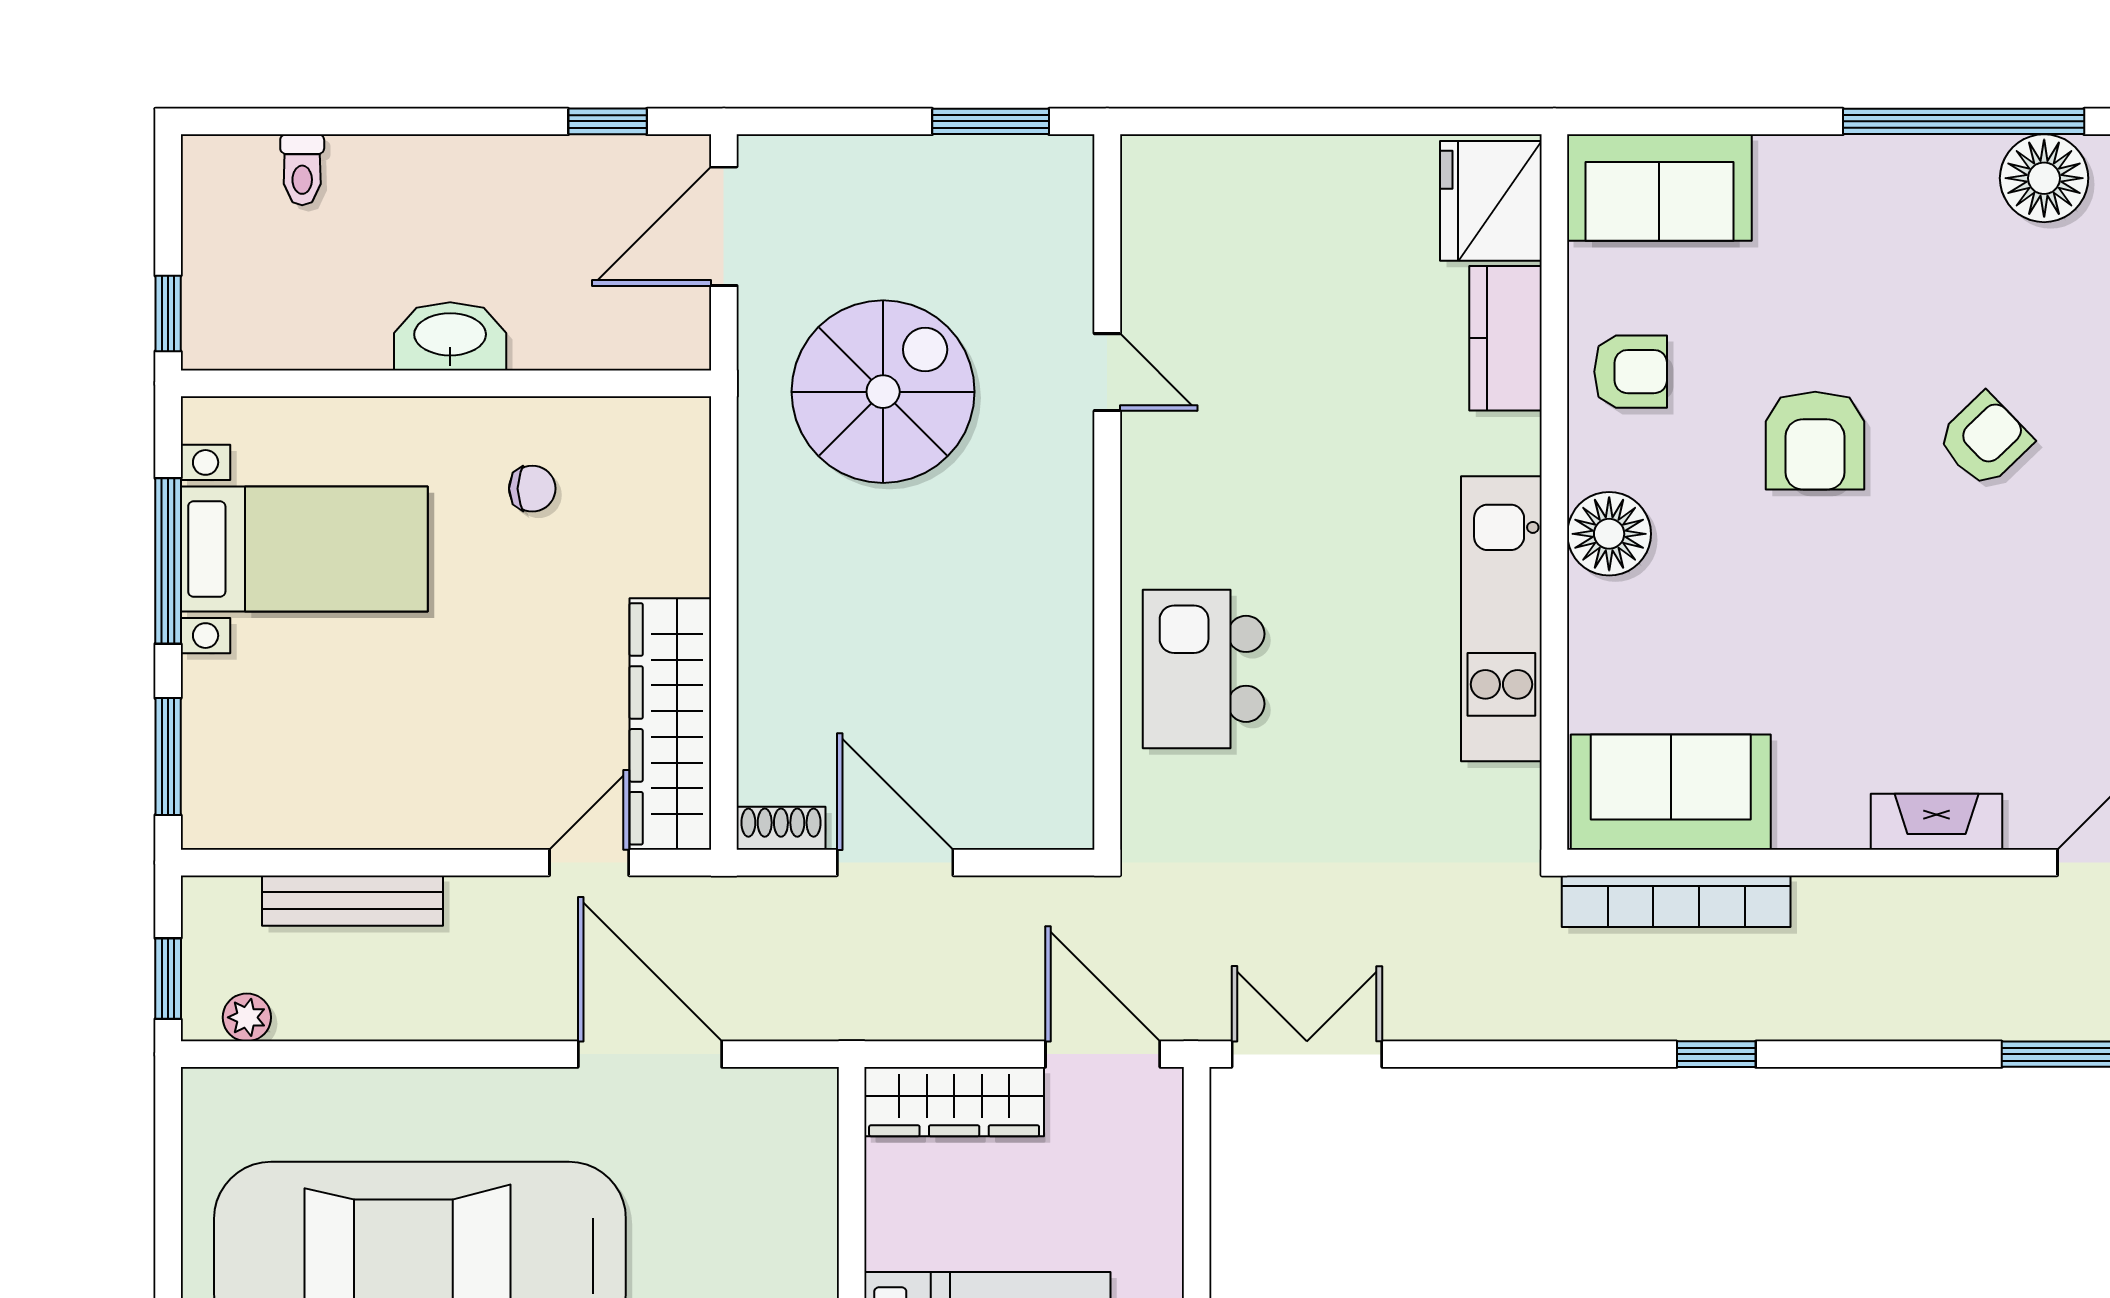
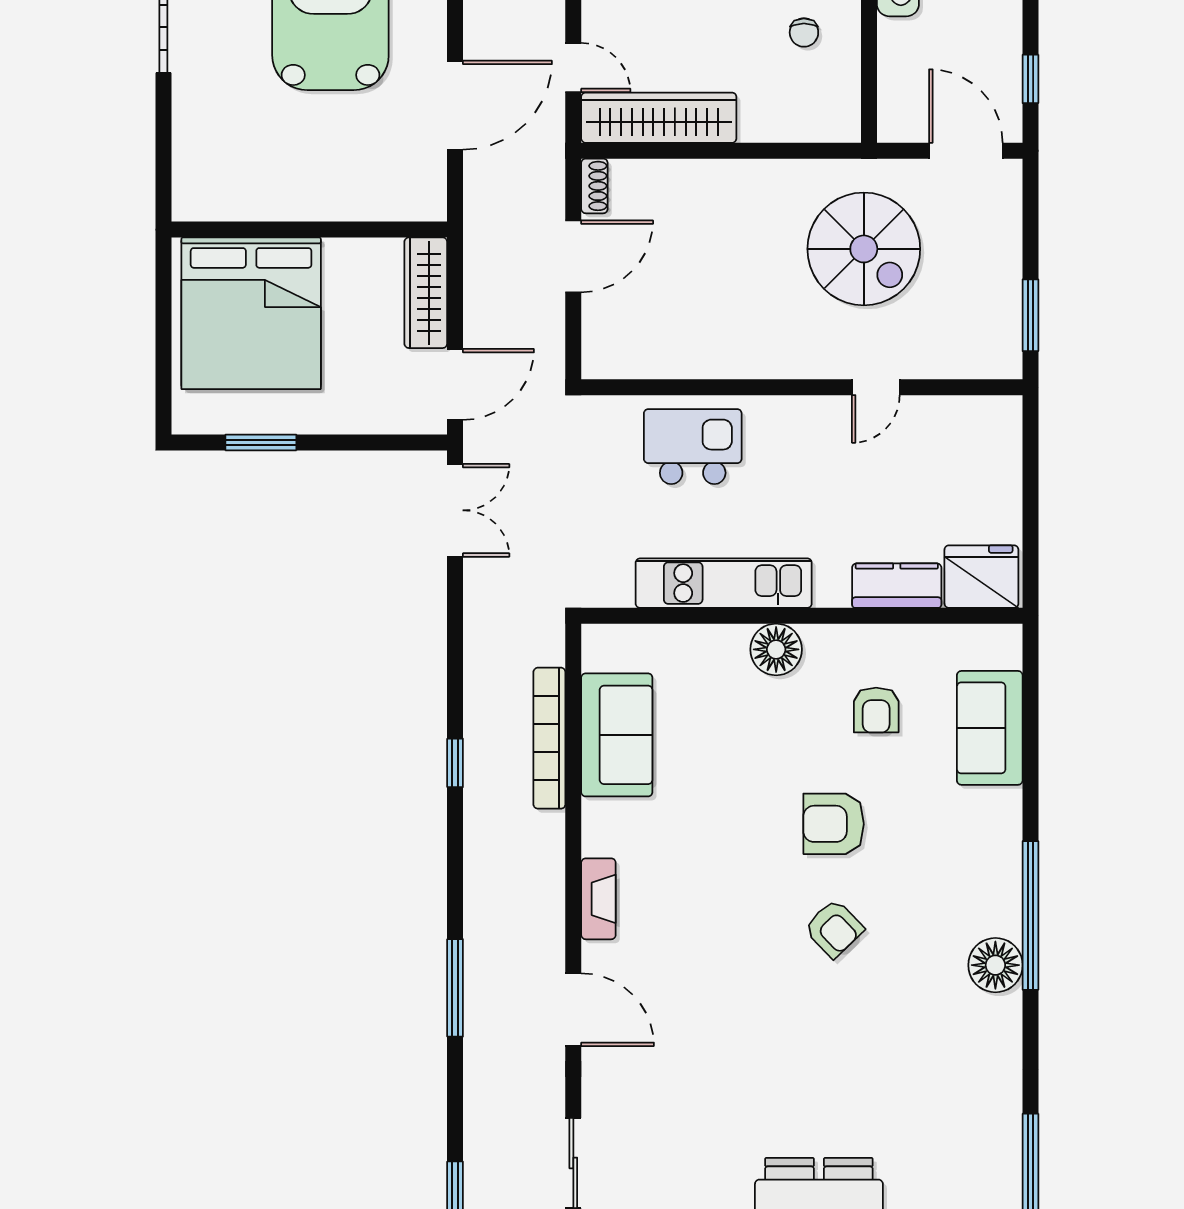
fridge: (1491, 201) -> (981, 577), moved
kitchen counter: (1506, 338) -> (897, 586), moved
wall: (1554, 492) -> (802, 616), moved
floor lamp: (1609, 534) -> (776, 649), moved
kitchen unit: (1501, 619) -> (724, 583), moved

